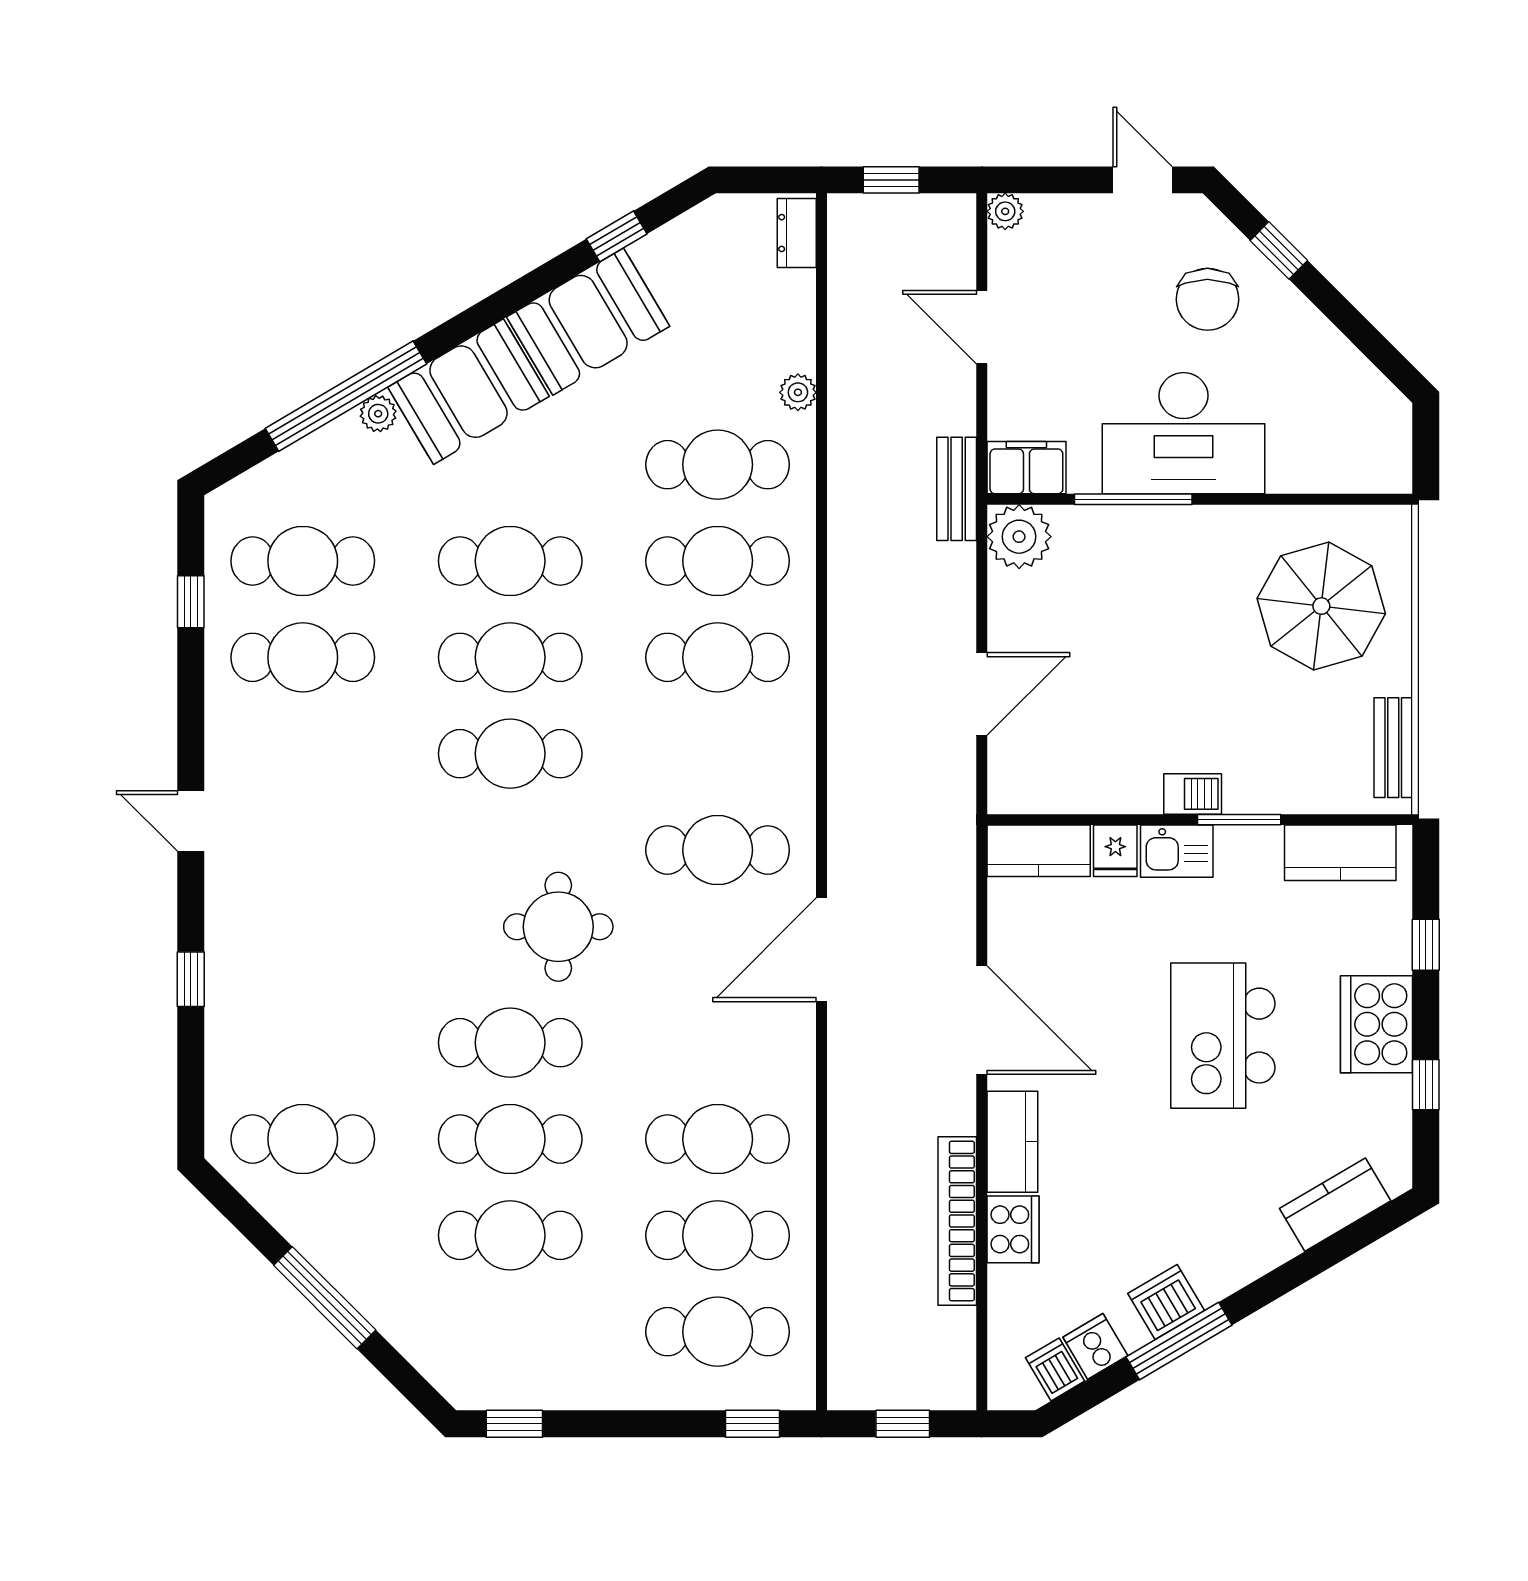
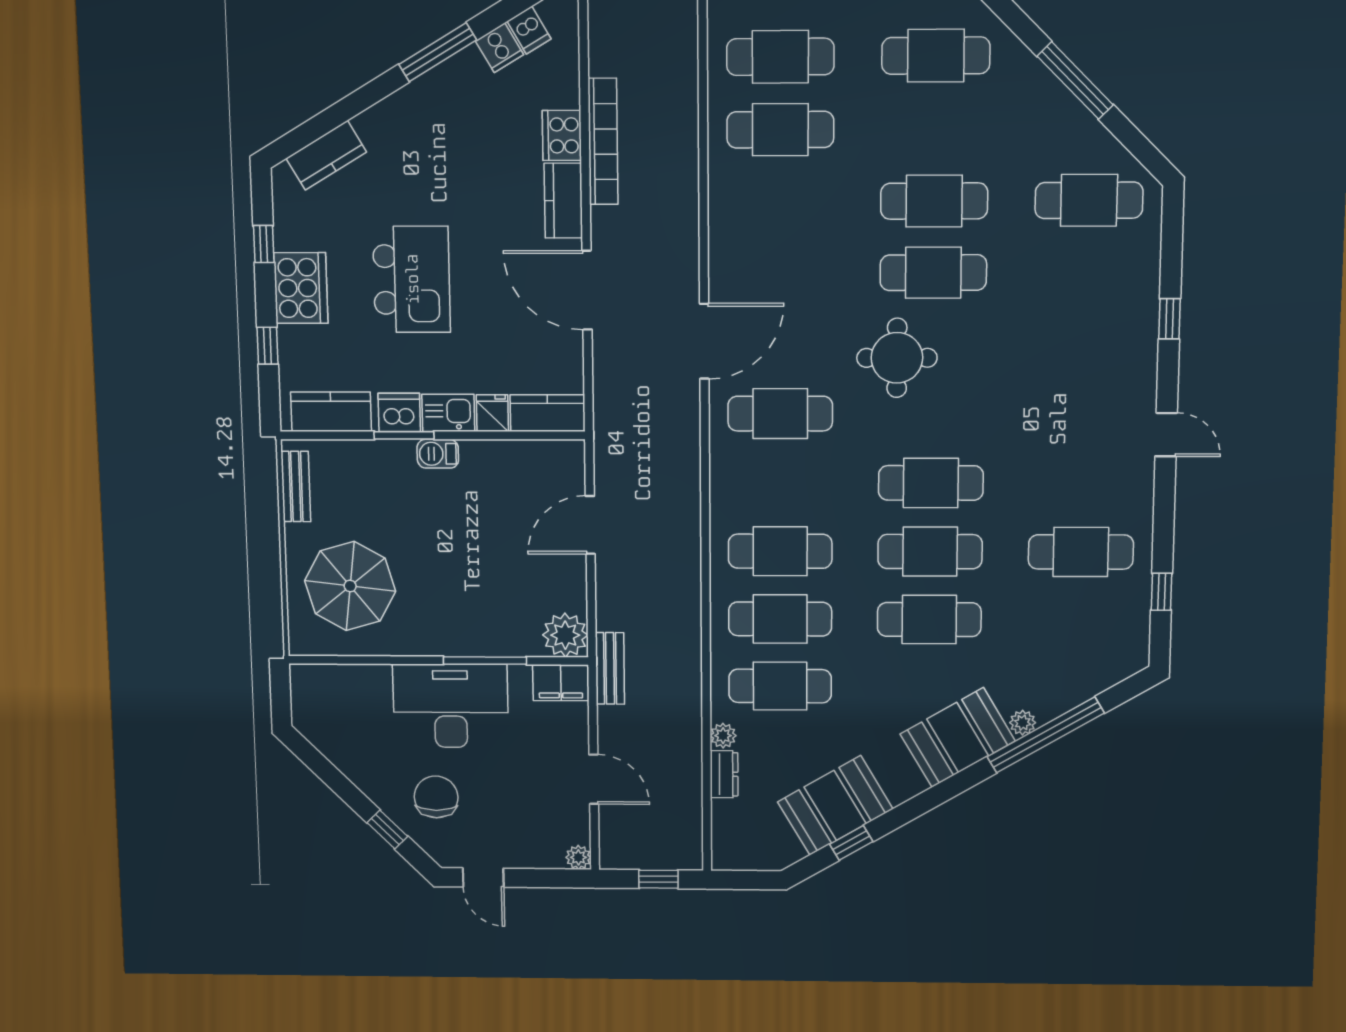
dresser: (797, 233) -> (724, 774), moved
booth: (588, 322) -> (835, 805), moved
cafe table: (303, 561) -> (1079, 620), removed
cafe table: (718, 1139) -> (780, 202), removed
cafe table: (510, 1235) -> (936, 56), moved
dishwasher: (1166, 1302) -> (399, 412), moved, turned -149

